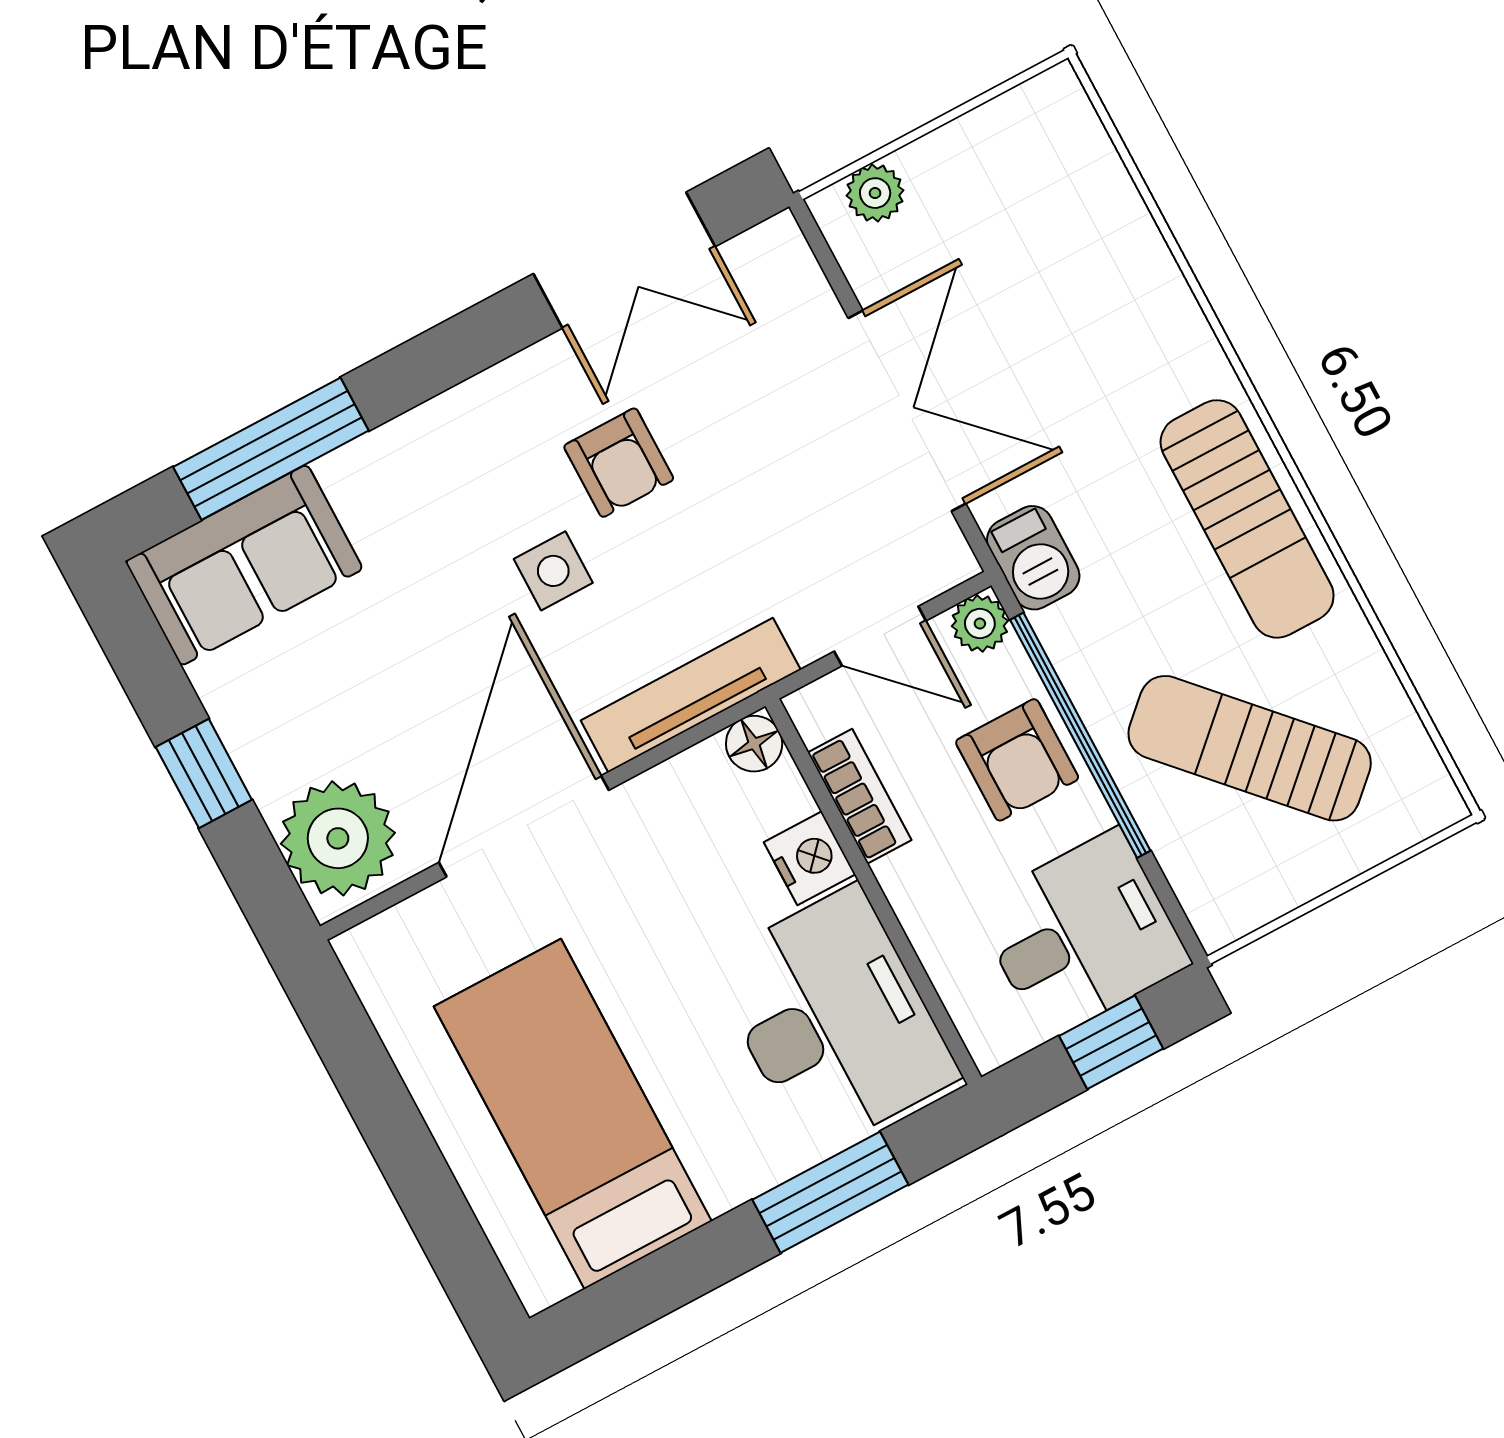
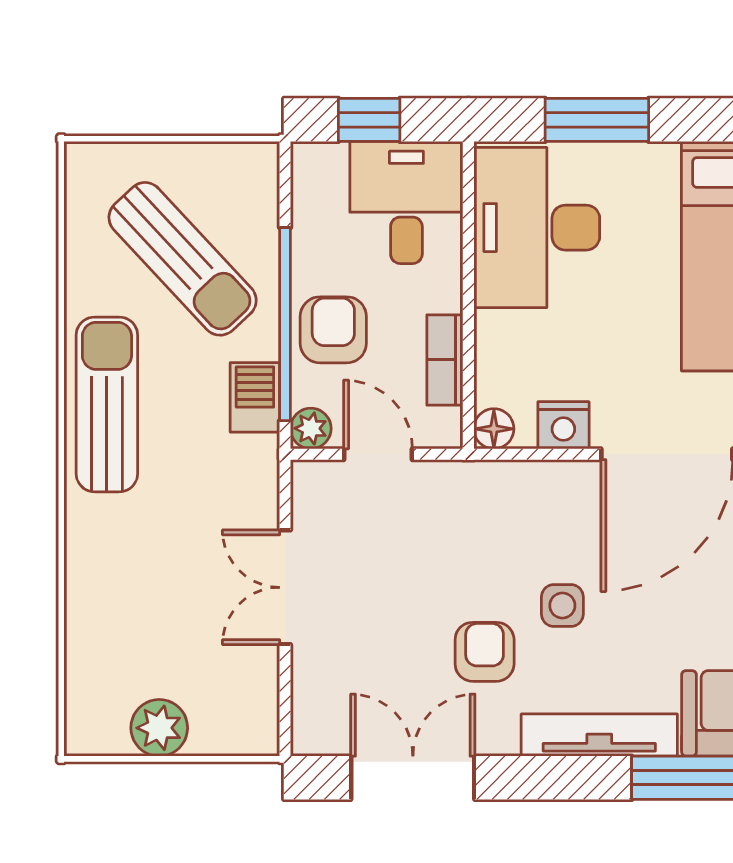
plant: (875, 193) -> (159, 728), moved, width x1.38, depth x1.38
double door: (907, 411) -> (285, 587), width x0.73
barbecue: (1033, 558) -> (255, 397), moved
tv unit: (691, 695) -> (599, 735), moved, turned 180
nightstand: (810, 858) -> (563, 425), moved, turned -90
desk: (1081, 934) -> (406, 202), moved, turned 90

